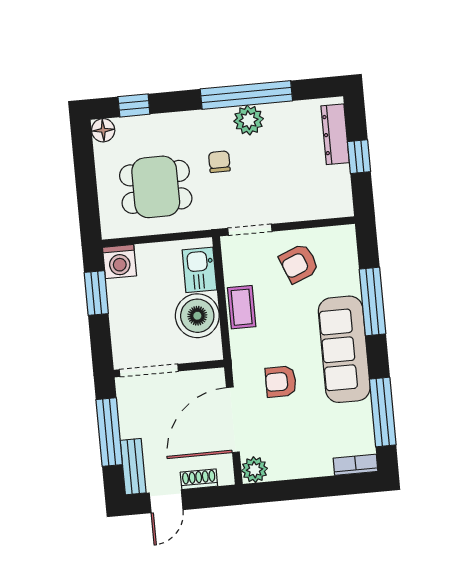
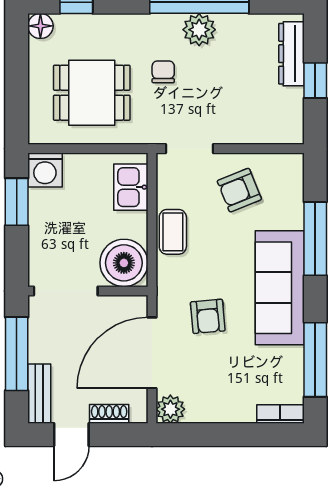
boiler: (197, 316) -> (124, 263), moved
armchair: (281, 382) -> (208, 316), turned -95

